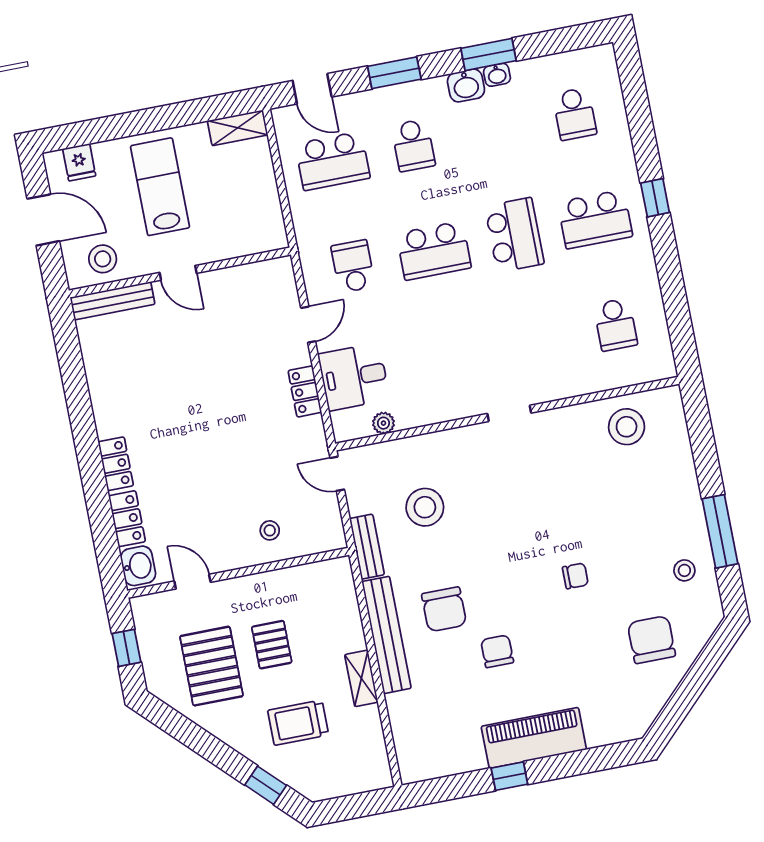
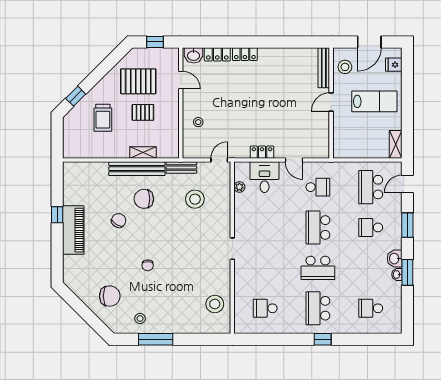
door: (192, 582) -> (181, 80), hinge flipped
chair: (497, 651) -> (119, 220), turned -58
shelving: (361, 678) -> (143, 152), moved
trolley: (298, 723) -> (103, 118), turned 180

